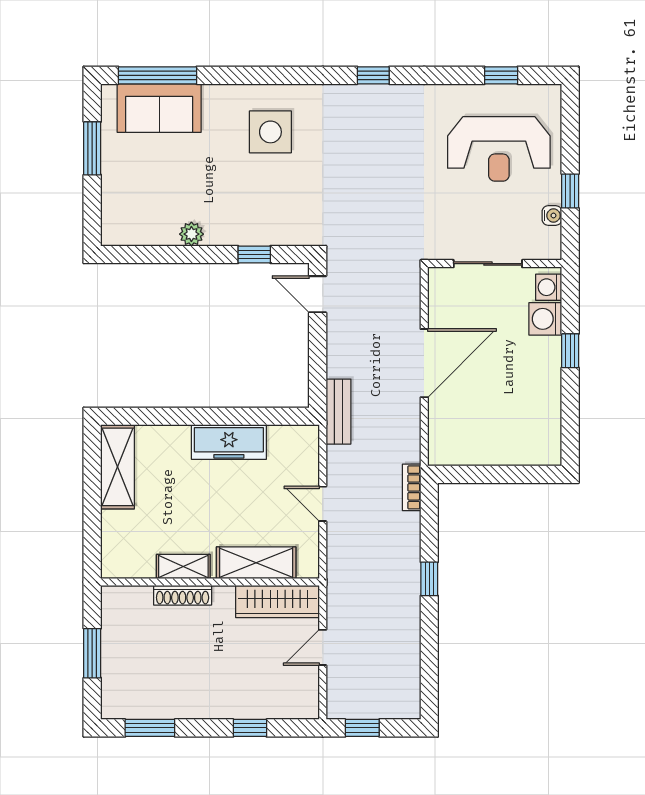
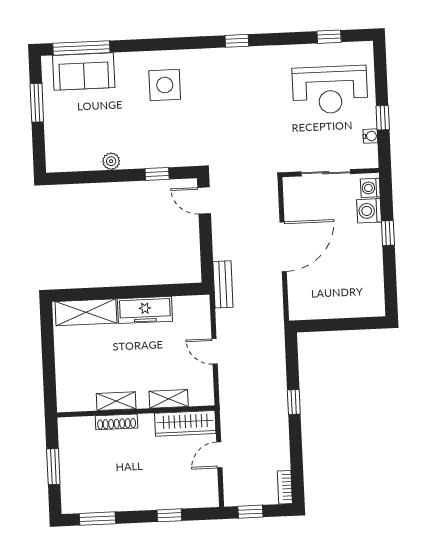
shelving: (117, 467) -> (86, 312), moved, turned 90
bookcase: (412, 487) -> (285, 487), moved
shelving: (256, 563) -> (169, 399), width x0.67, depth x0.75

